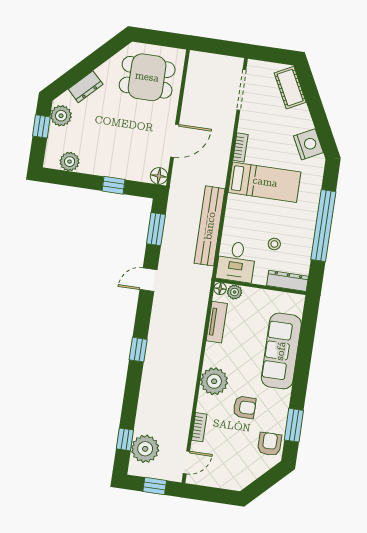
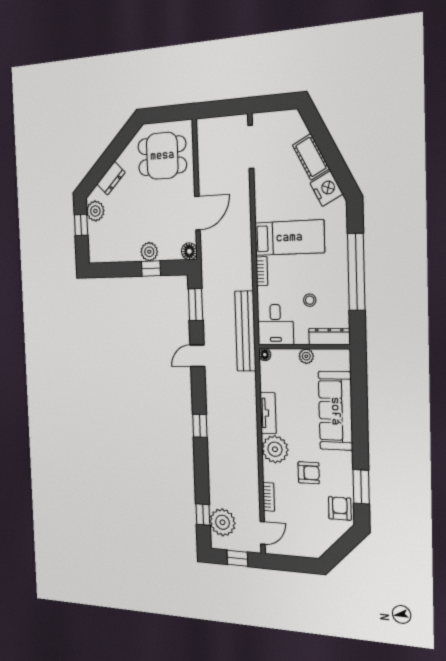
cot: (290, 88) -> (311, 157), moved
bookcase: (240, 147) -> (262, 271), moved
plant: (70, 162) -> (149, 252), moved
bench: (210, 226) -> (245, 331), moved
plant: (235, 292) -> (306, 356), moved
tv unit: (217, 322) -> (268, 413), moved

